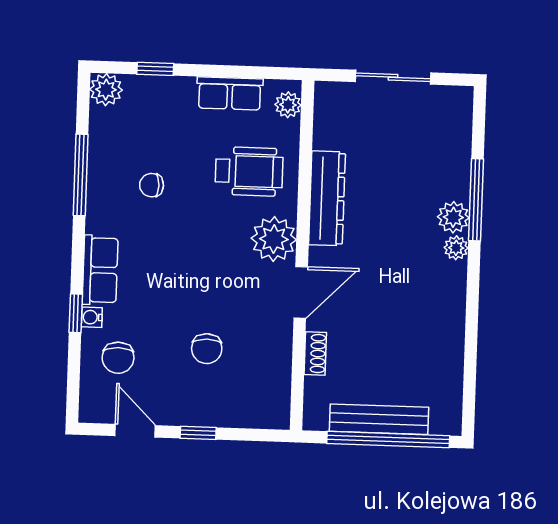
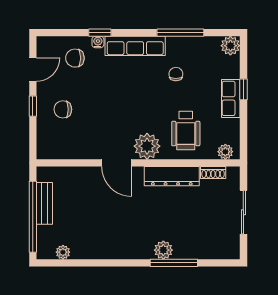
window: (155, 69) -> (243, 89), moved
row of seats: (230, 93) -> (231, 98), moved
plant: (456, 248) -> (63, 252), moved
row of seats: (100, 270) -> (135, 46), width x1.48
chair: (207, 349) -> (63, 109), moved
shoe rack: (315, 353) -> (213, 173), moved
bench: (379, 419) -> (44, 203), width x0.73

